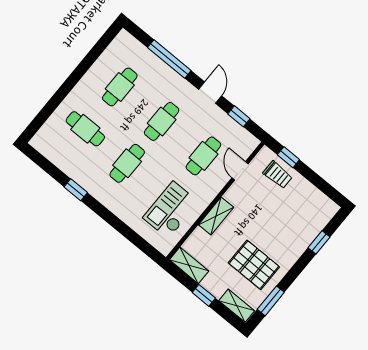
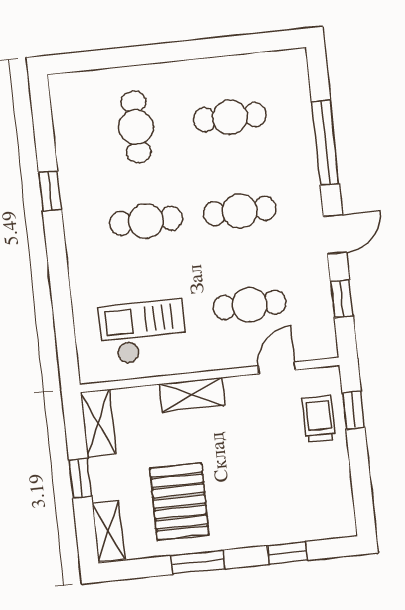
trolley: (278, 175) -> (319, 419), turned 180
window: (271, 301) -> (198, 562), moved

